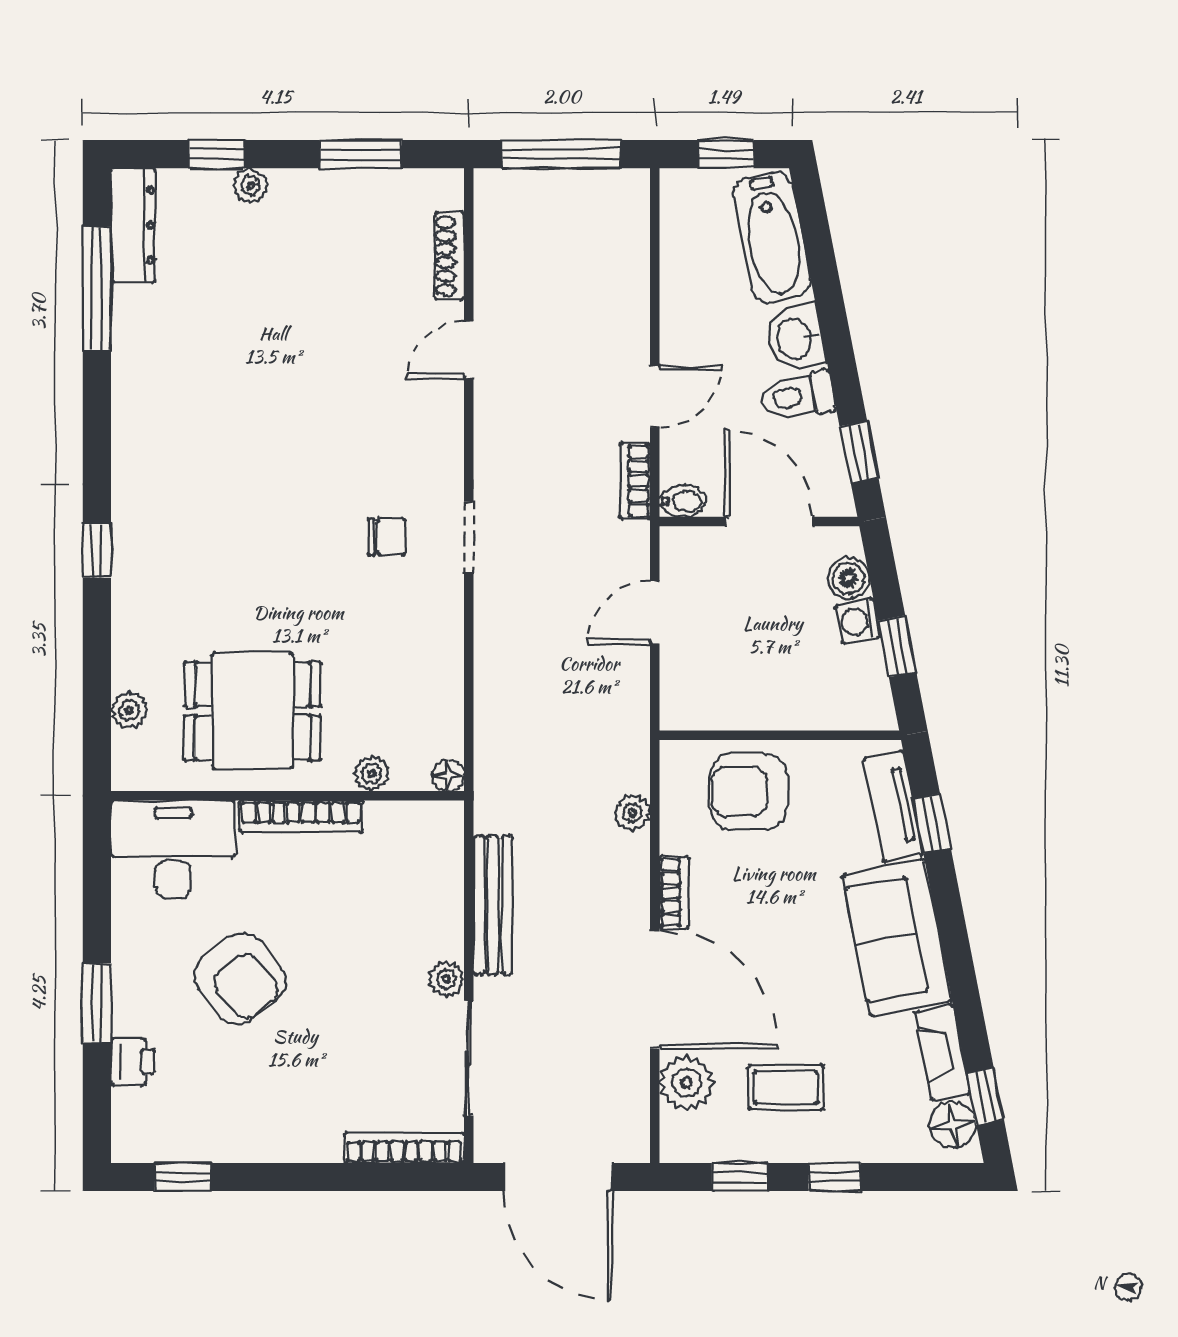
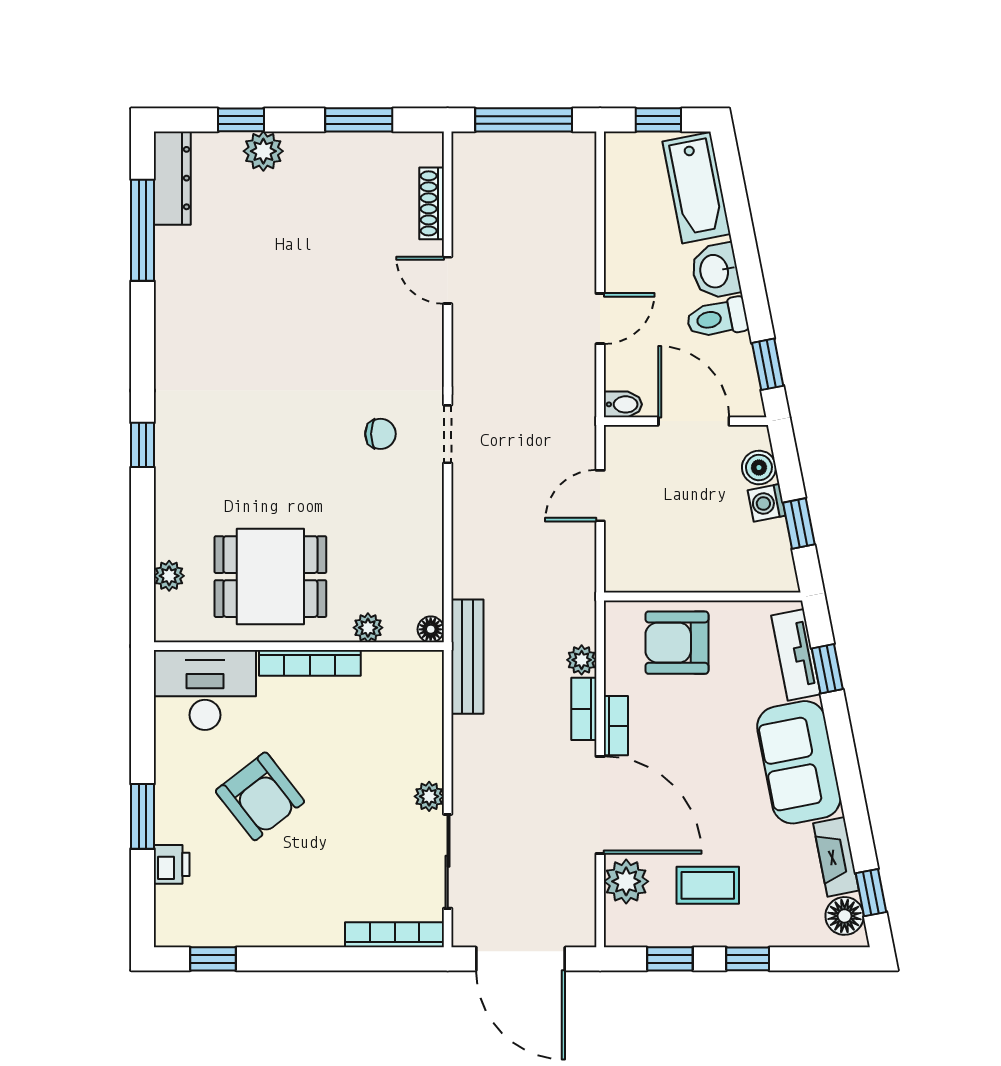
plant: (251, 186) -> (263, 151), width x1.38, depth x1.38
door: (469, 350) -> (448, 280), hinge flipped
bookcase: (635, 481) -> (584, 709), moved
bench: (493, 905) -> (467, 657), moved

